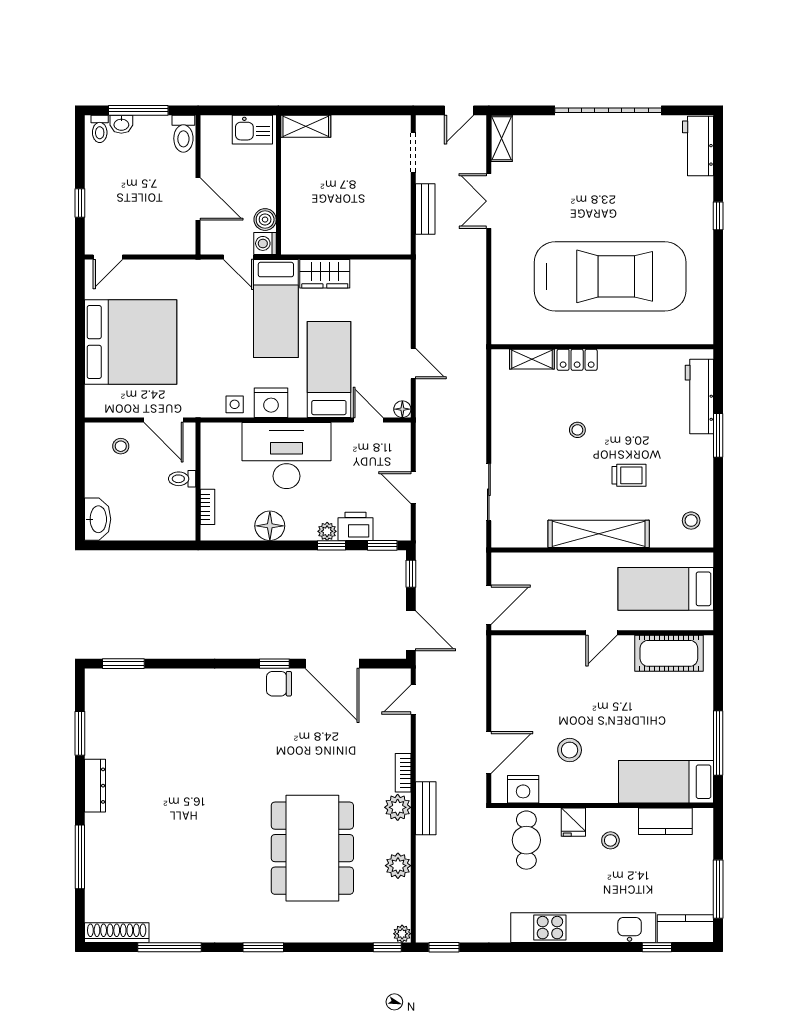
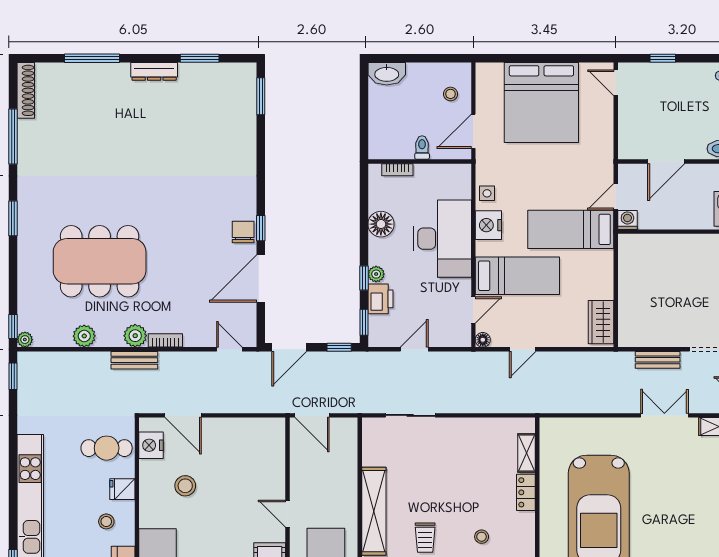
boiler: (265, 220) -> (648, 220), removed
wardrobe: (325, 274) -> (601, 322), moved
stool: (577, 430) -> (482, 537), moved

